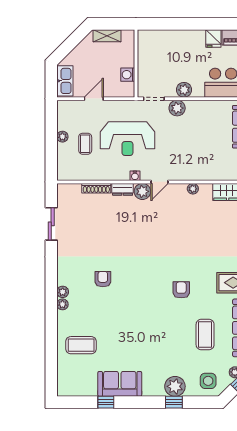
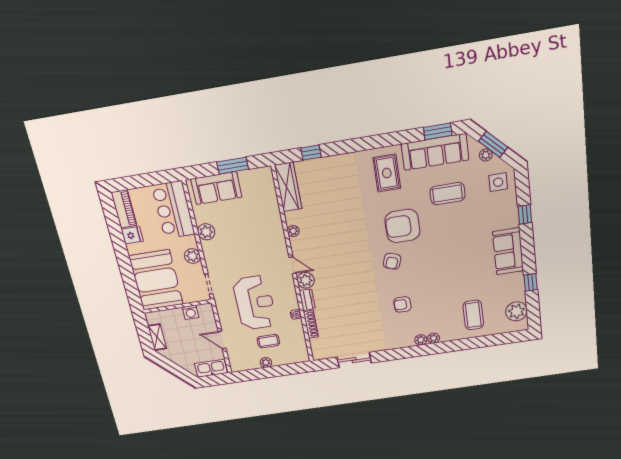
booth: (166, 50) -> (156, 280), added
plant: (177, 108) -> (206, 232), moved
water cooler: (135, 176) -> (296, 314), moved
armchair: (148, 276) -> (392, 261), added
armchair: (181, 290) -> (402, 226), width x1.88, depth x1.88
sofa: (120, 384) -> (508, 251), moved
plant: (175, 386) -> (516, 311), moved

